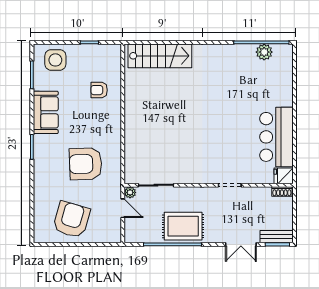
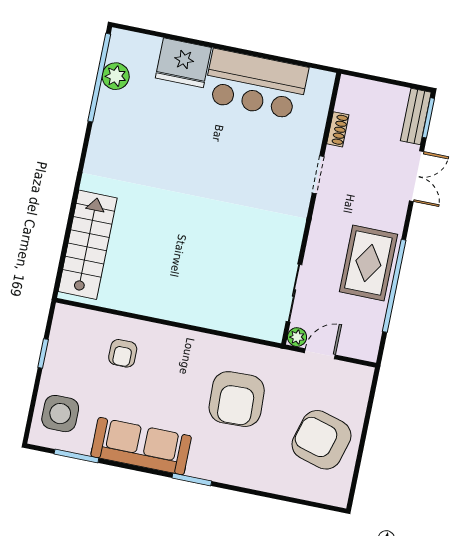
sofa: (46, 112) -> (141, 446), width x1.36
fridge: (284, 176) -> (183, 63), moved, width x1.88, depth x1.34
shoe rack: (282, 192) -> (338, 129), moved

